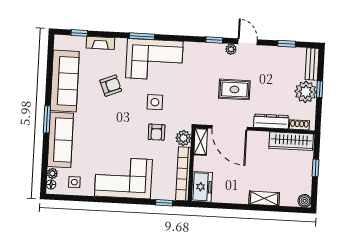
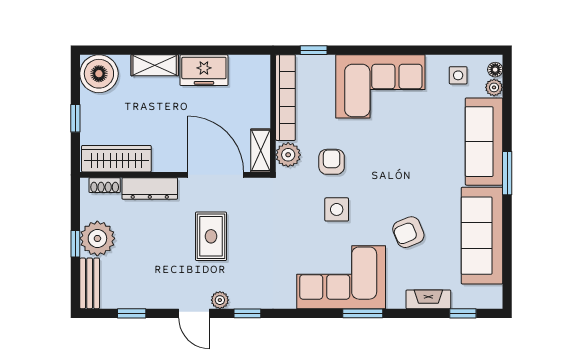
rug: (234, 89) -> (211, 236), turned 90
freezer: (202, 187) -> (204, 70), moved, turned -90
boiler: (305, 201) -> (99, 74), width x1.86, depth x1.86

